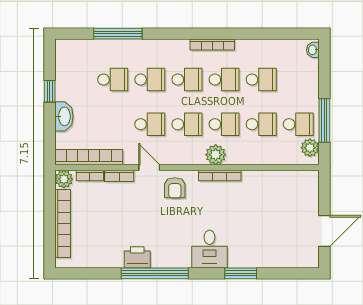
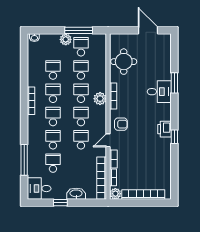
desk: (72, 58) -> (39, 189), added
plant: (310, 148) -> (66, 39), moved
round table: (275, 192) -> (124, 62), added
desk: (209, 249) -> (159, 92), moved
printer: (137, 257) -> (164, 129), moved
window: (155, 273) -> (174, 137), width x0.32

